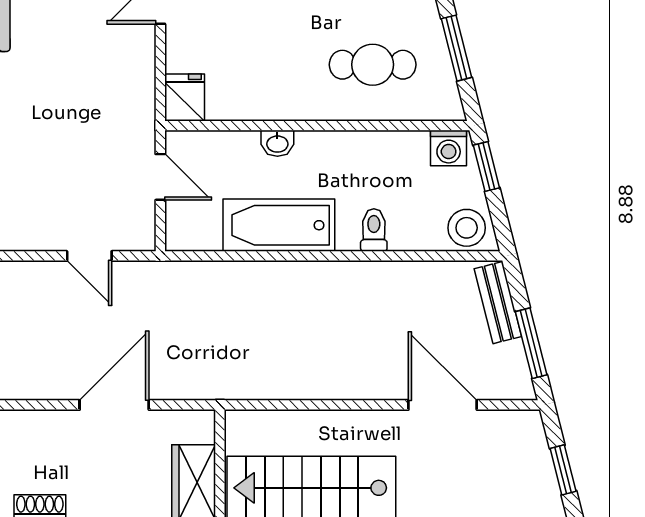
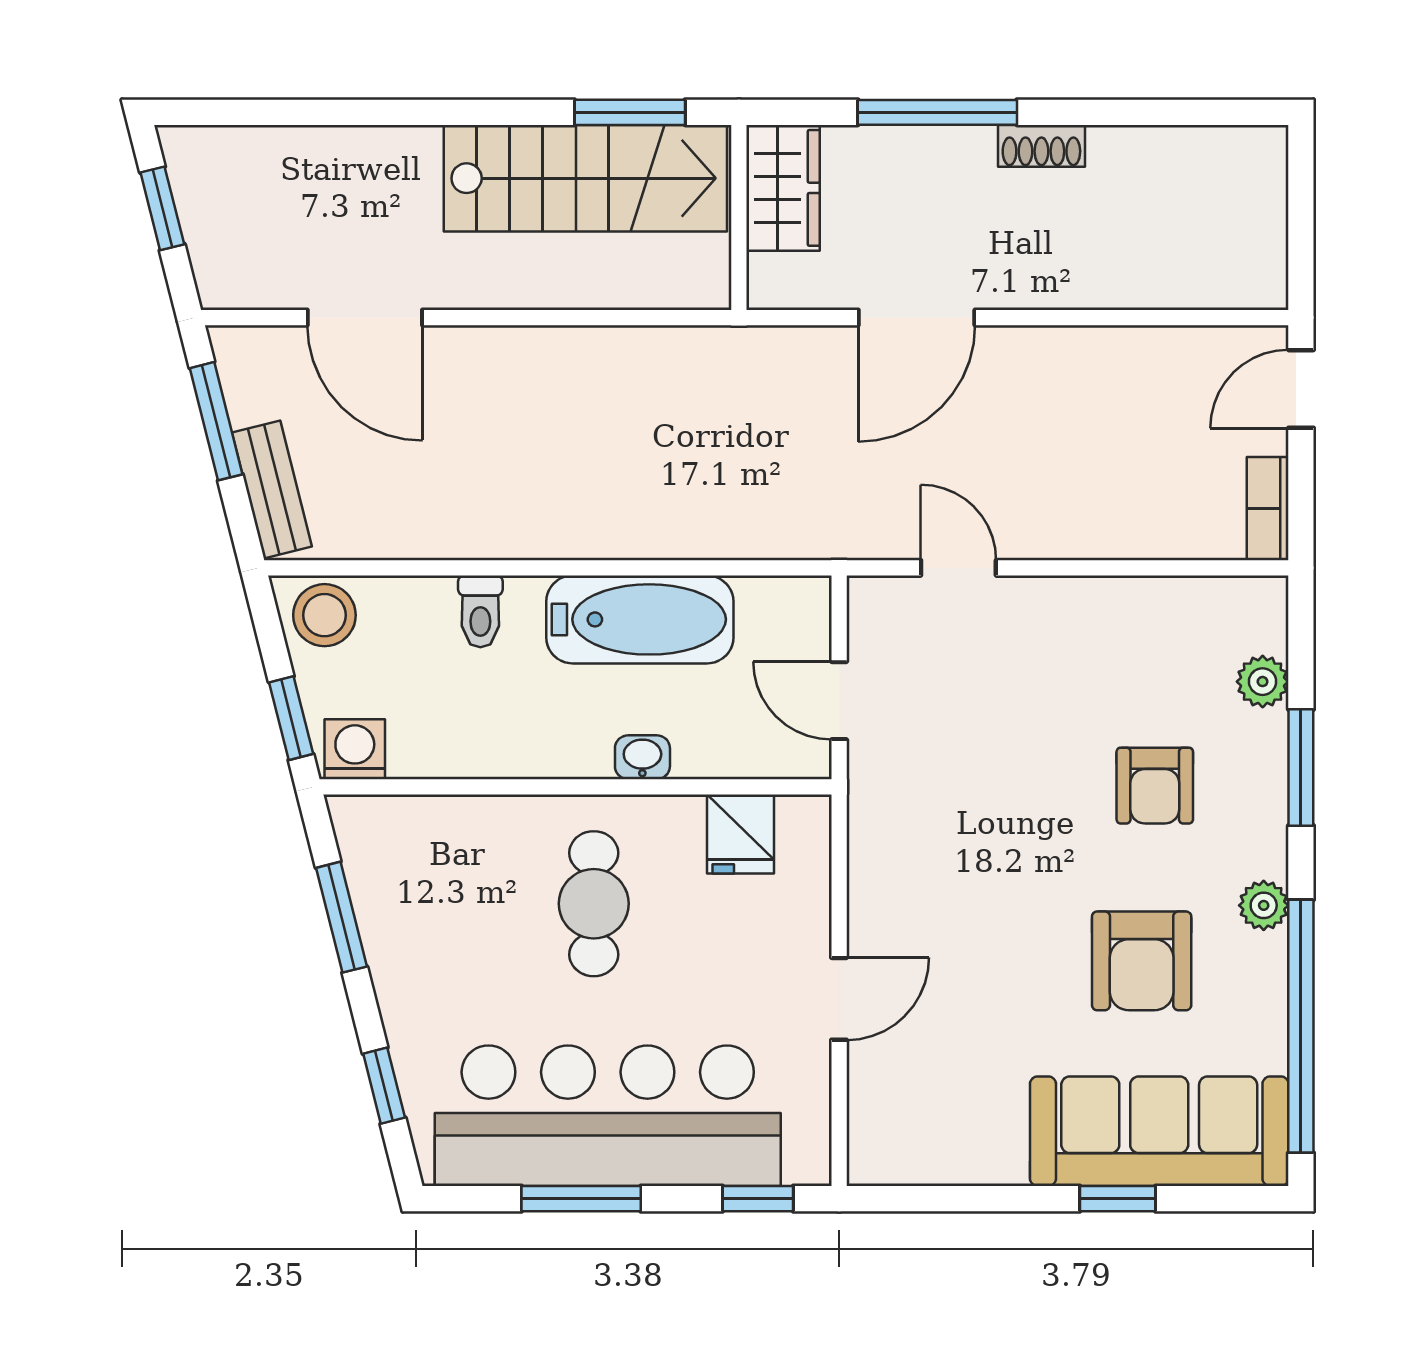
cafe table: (373, 65) -> (594, 904), moved, turned 90
fridge: (185, 98) -> (741, 834), moved

